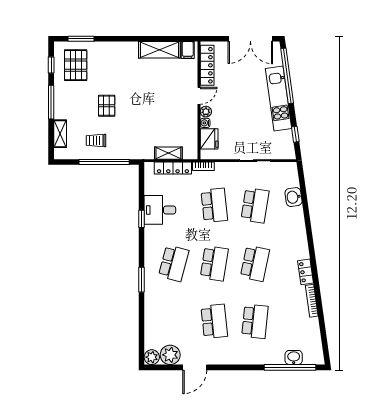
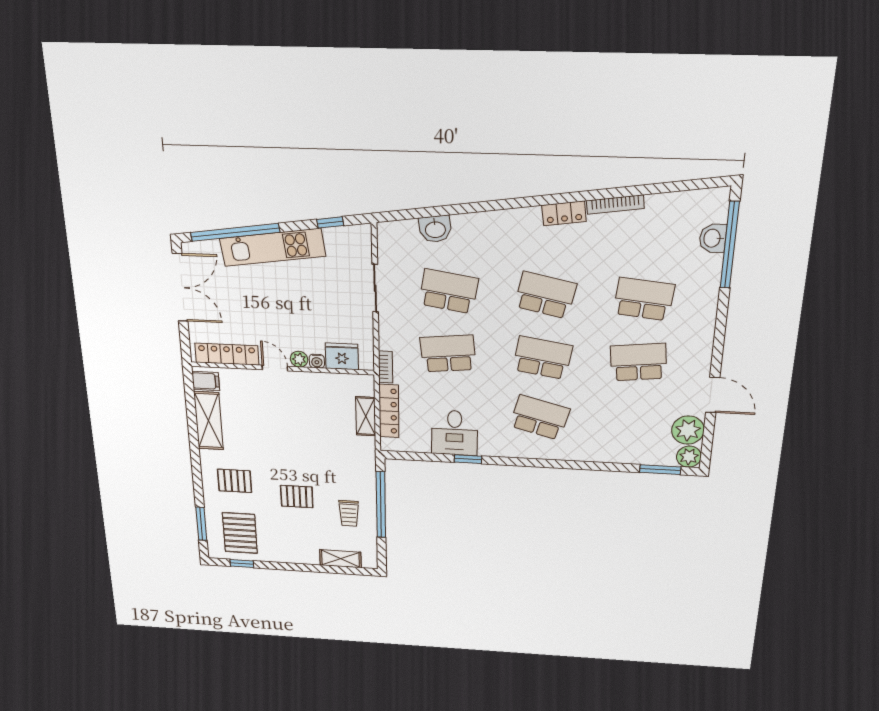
pallet: (116, 64) -> (235, 481), added
pallet: (76, 65) -> (240, 533), turned 90
window: (51, 102) -> (295, 567), removed
window: (142, 280) -> (660, 470), moved

